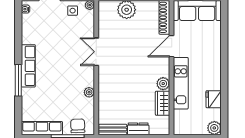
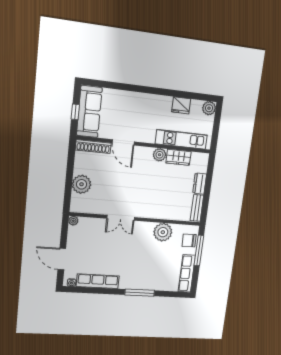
side table: (73, 11) -> (77, 238), removed
row of seats: (28, 66) -> (98, 281), moved
kitchen unit: (181, 83) -> (181, 139), moved
plant: (89, 92) -> (163, 232), width x1.87, depth x1.87

